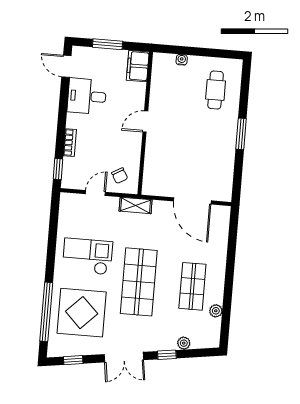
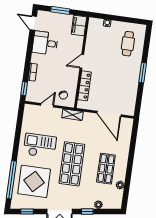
locker: (152, 159) -> (85, 86), added

